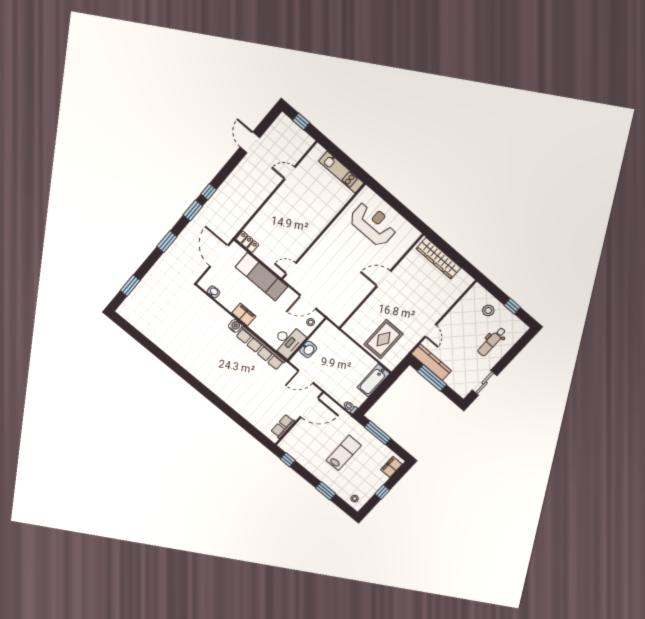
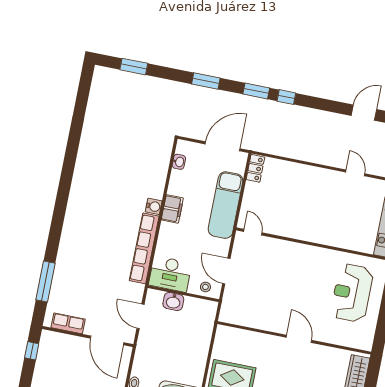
reception desk: (373, 224) -> (352, 293), turned 180
window: (246, 425) -> (46, 281), added

